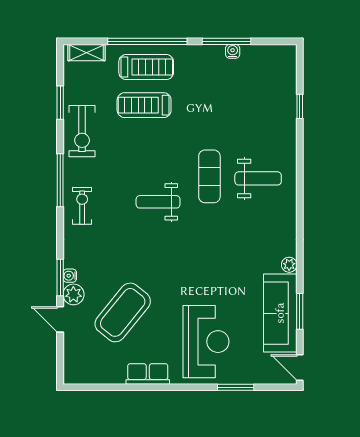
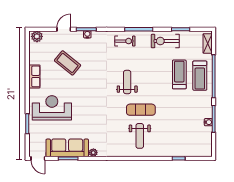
plant: (73, 294) -> (37, 36), moved
coffee table: (123, 312) -> (68, 63), width x0.73, depth x0.76
reception desk: (206, 342) -> (52, 108), turned 180
door: (300, 367) -> (38, 158), swing flipped

